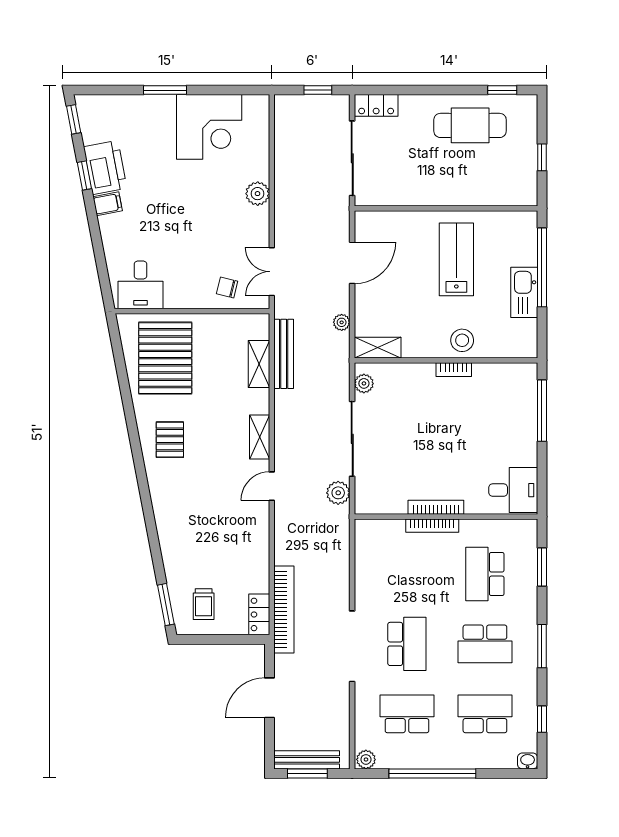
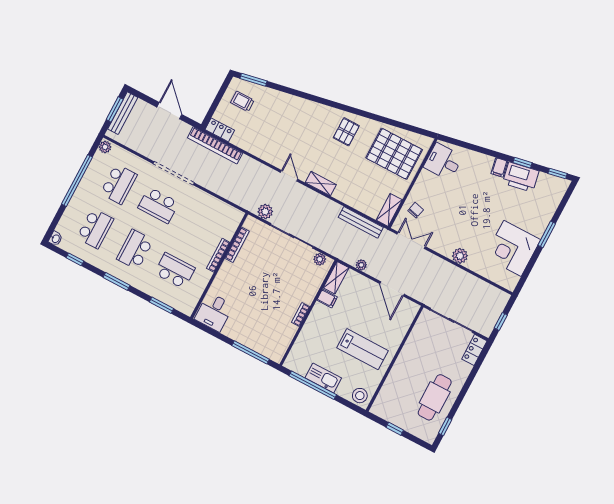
window: (542, 267) -> (313, 385), moved
stool: (462, 340) -> (360, 396), moved
filing cabinet: (413, 345) -> (327, 298), added
shelving: (259, 364) -> (389, 210), moved, turned 90
pallet: (170, 440) -> (346, 132), turned 90
bookcase: (436, 507) -> (237, 245), moved

